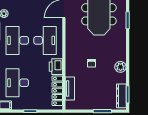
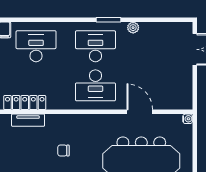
printer: (56, 67) -> (59, 100), removed

